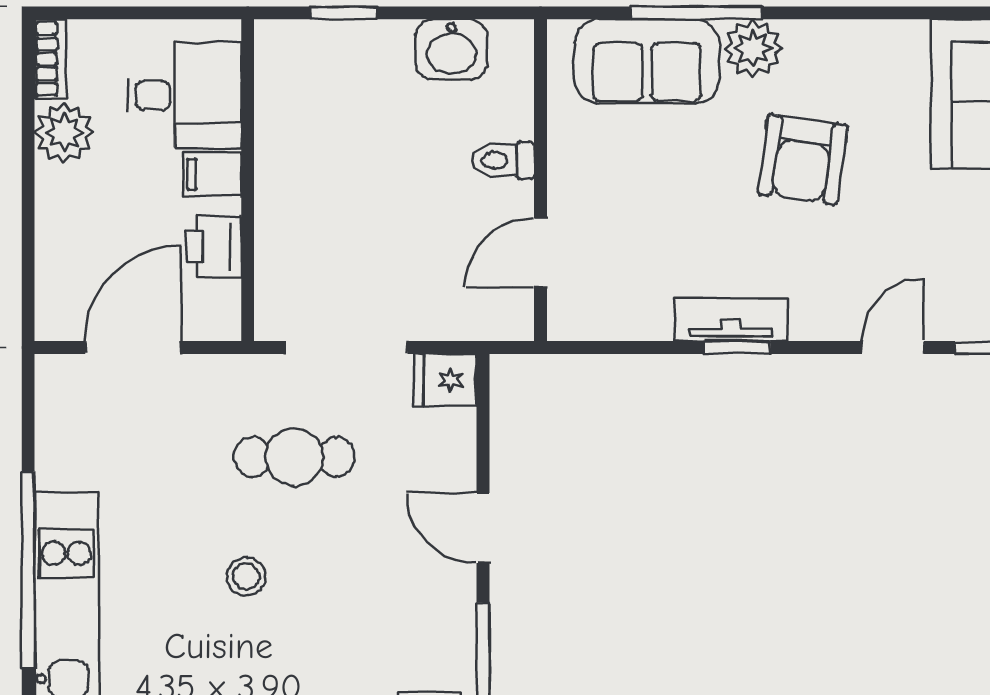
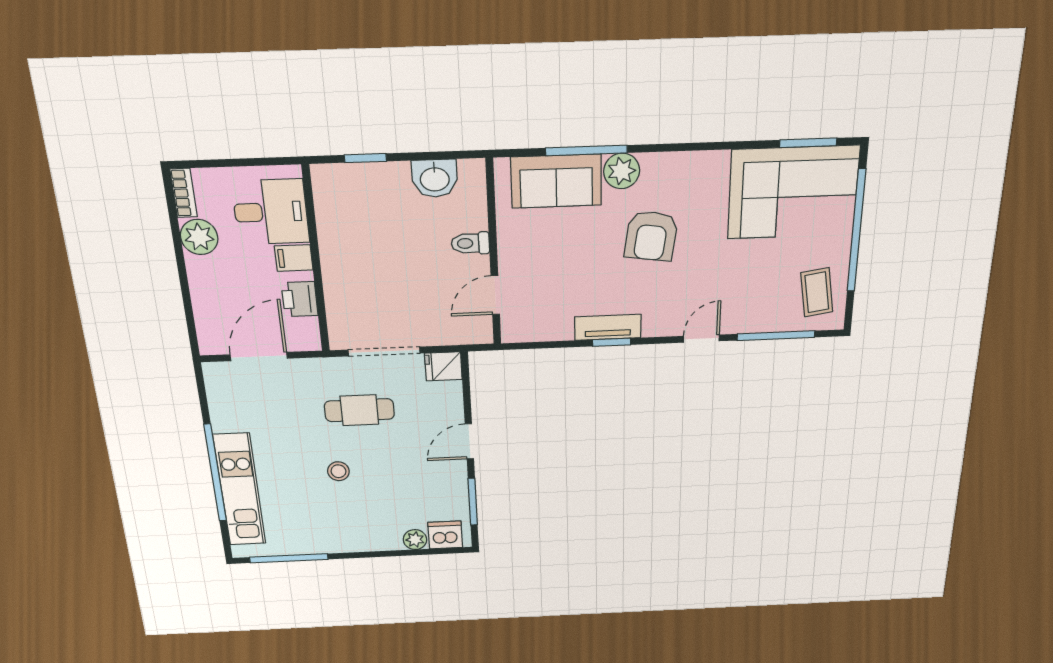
door: (483, 528) -> (469, 441), hinge flipped

